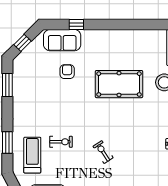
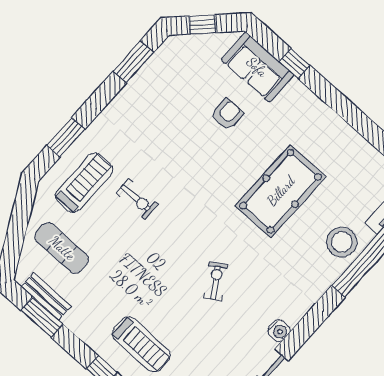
pool table: (119, 84) -> (281, 191), turned 90
exercise bike: (103, 152) -> (216, 281), moved

